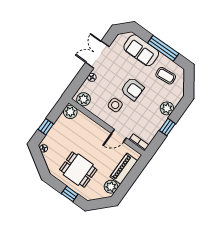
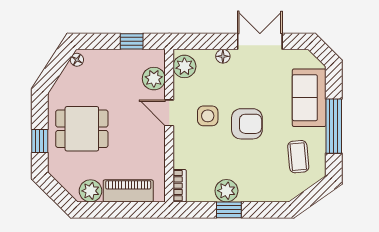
armchair: (132, 89) -> (247, 124), turned -92
plant: (167, 108) -> (226, 191), moved
plant: (70, 112) -> (154, 79), moved
window: (46, 127) -> (132, 41), moved
door: (119, 136) -> (169, 113), moved
dining table: (78, 170) -> (82, 129), turned 90

